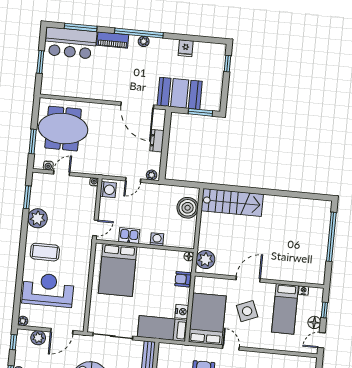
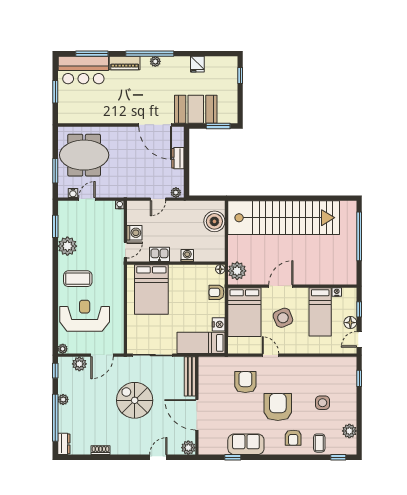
washing machine: (108, 190) -> (134, 233), moved
stairs: (232, 202) -> (284, 218), width x1.86, depth x1.51
bed: (207, 319) -> (244, 312), moved, turned 180

